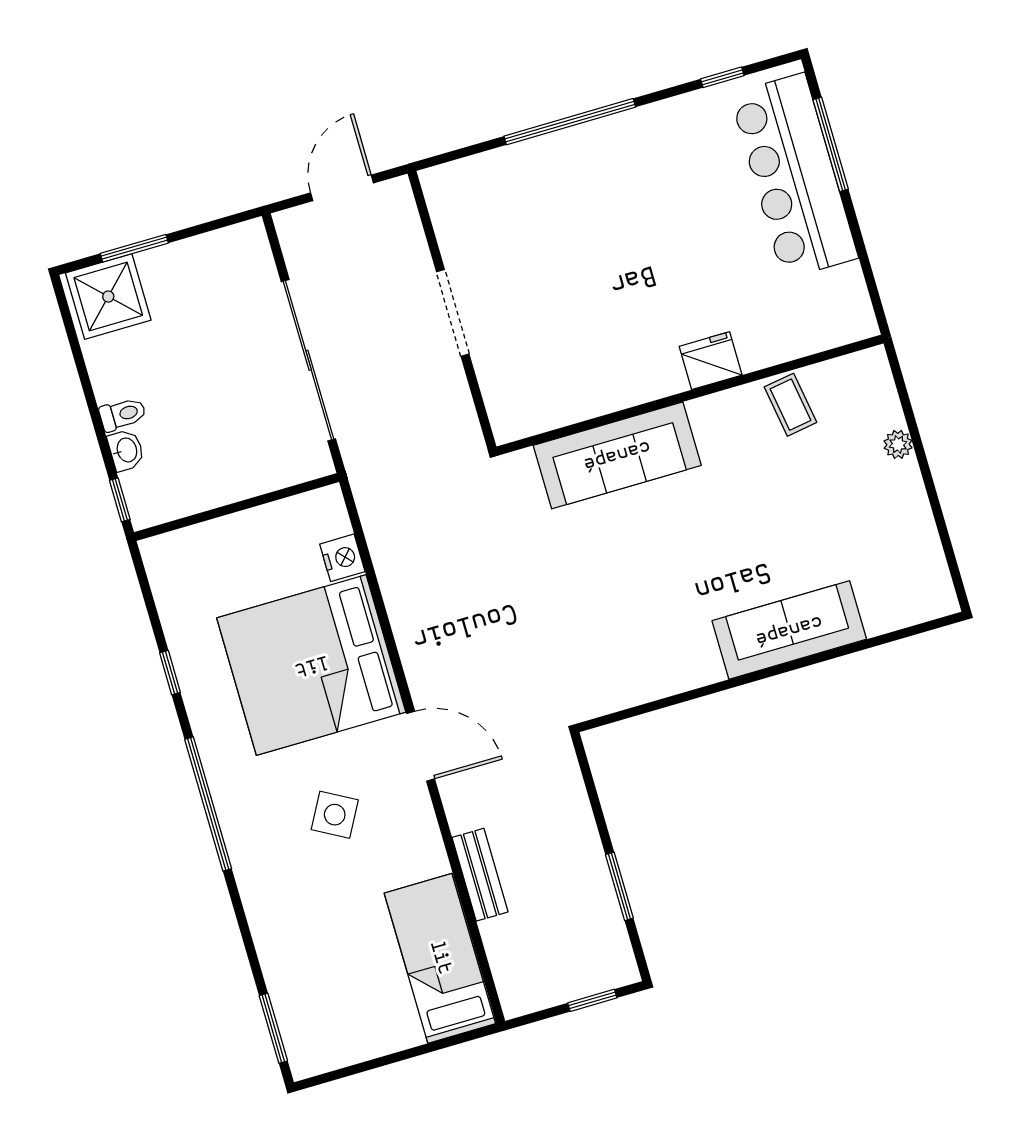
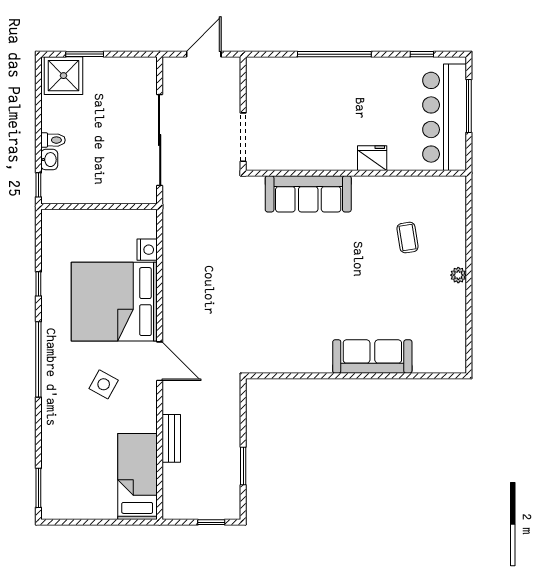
fridge: (711, 361) -> (372, 158), moved
wall: (690, 395) -> (356, 173), moved
sofa: (617, 455) -> (308, 194), moved

